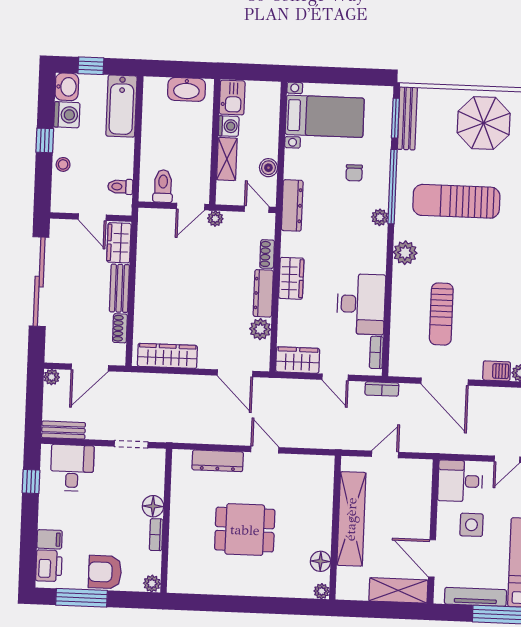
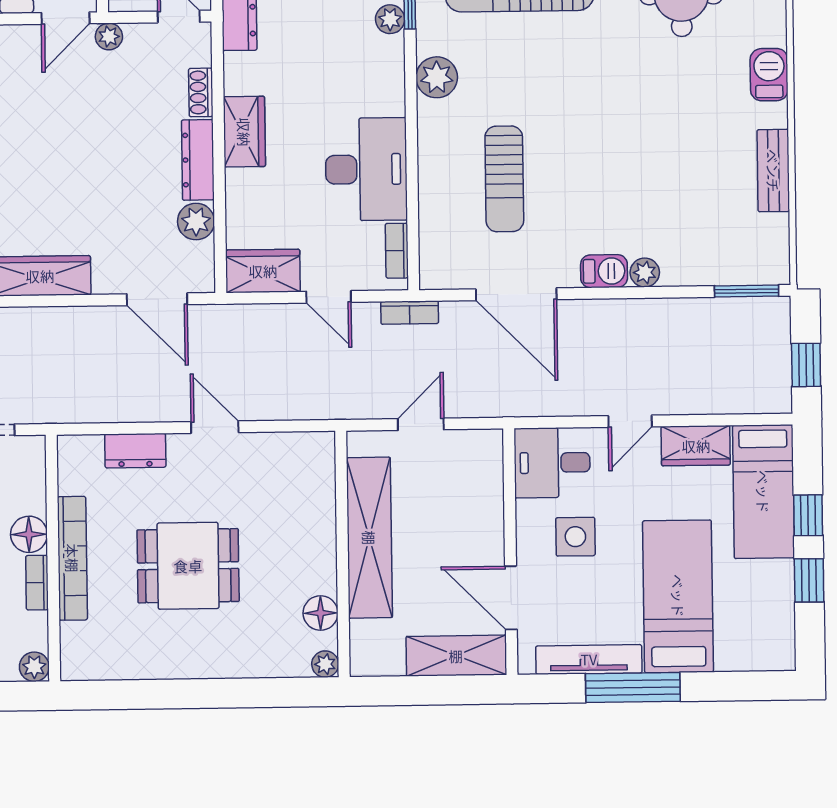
dresser: (218, 461) -> (135, 451), width x0.70
bookcase: (178, 522) -> (72, 558), added

